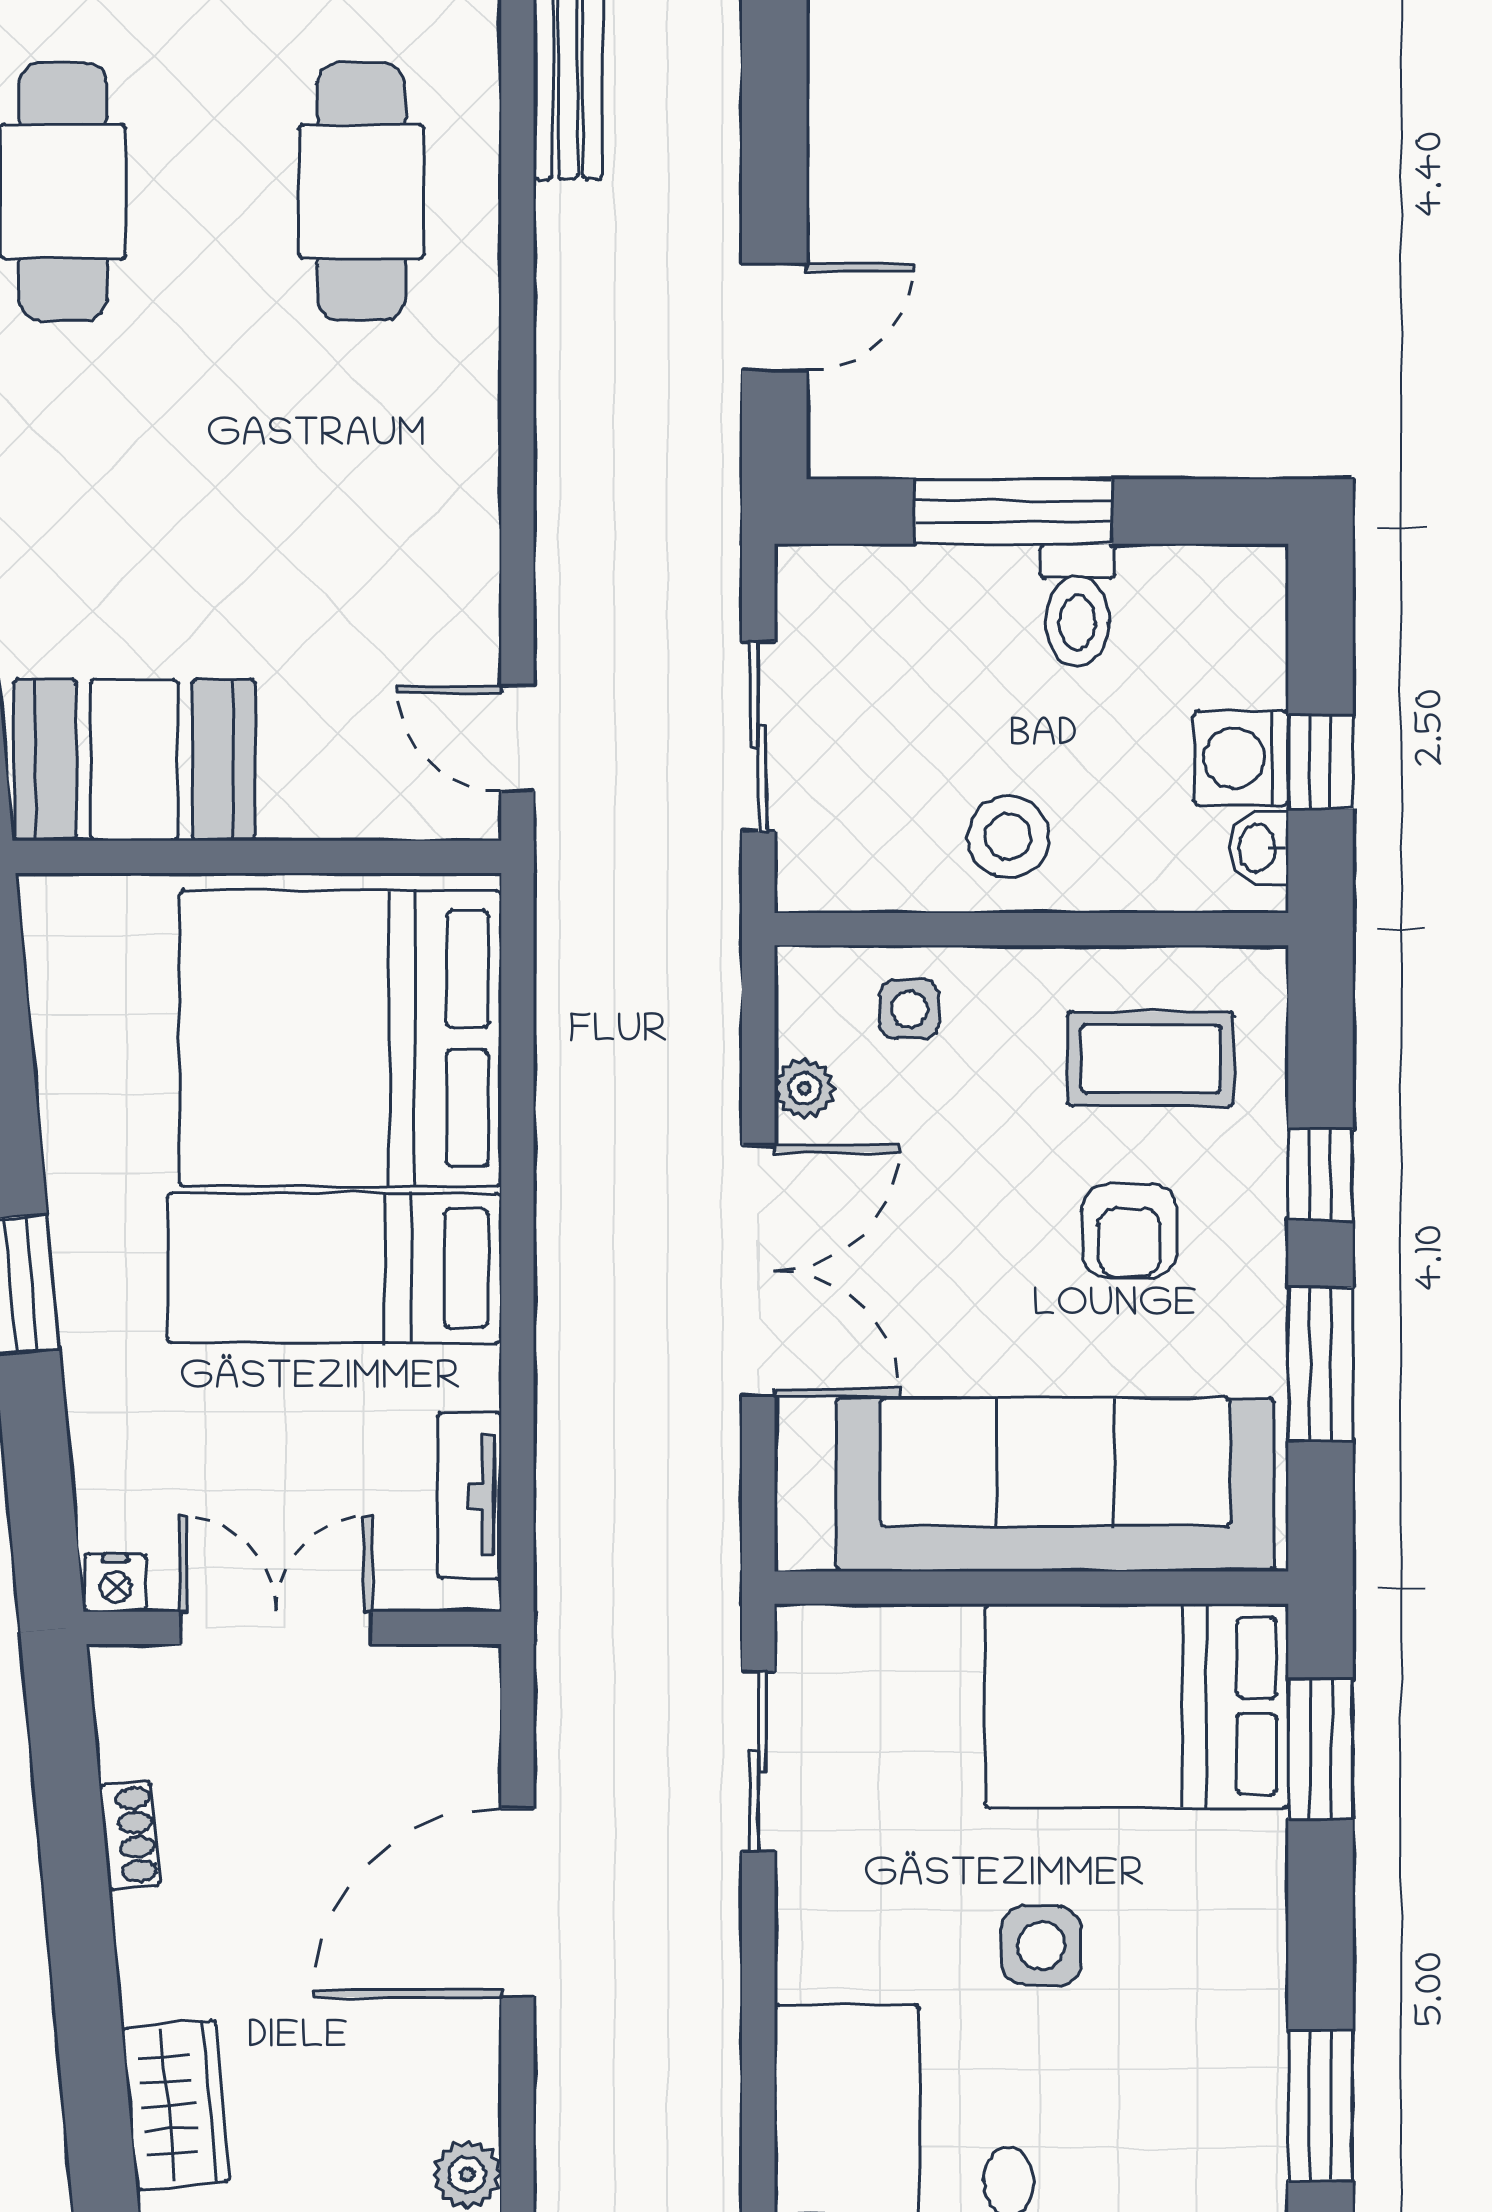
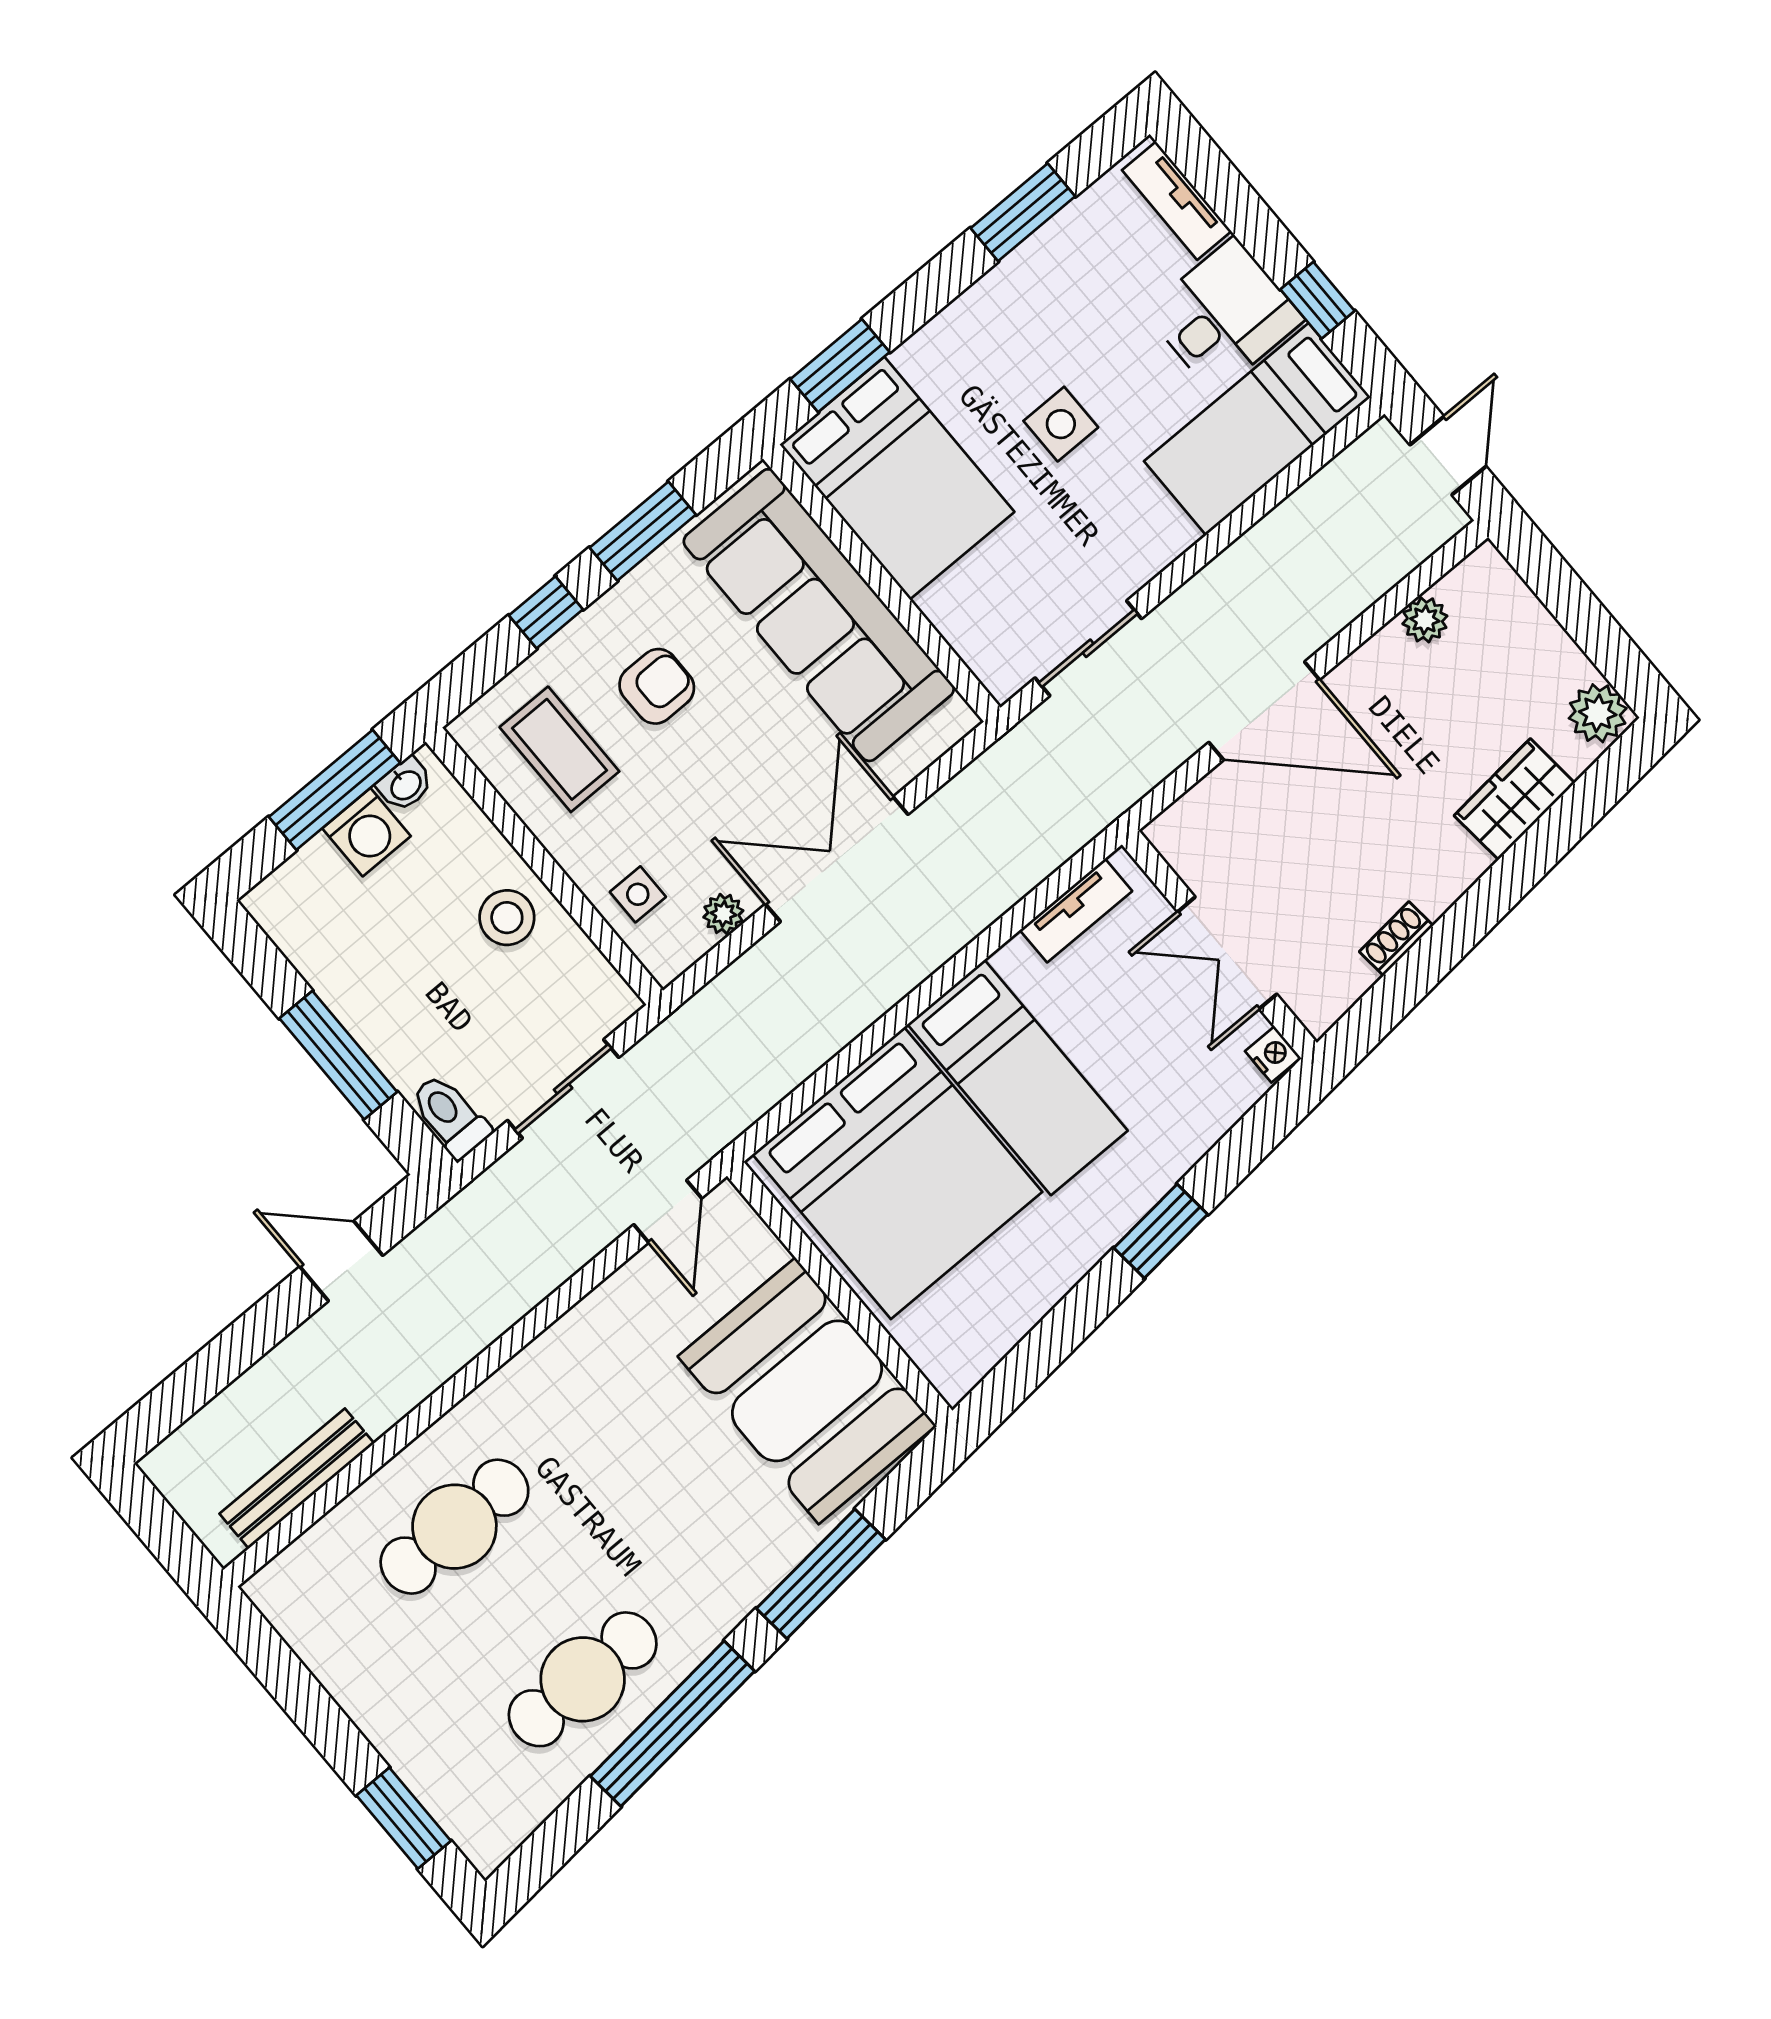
toilet: (1077, 605) -> (450, 1116), moved, turned -90
booth: (134, 760) -> (807, 1391), width x1.36, depth x1.42
window: (1321, 762) -> (334, 790), width x2.17

